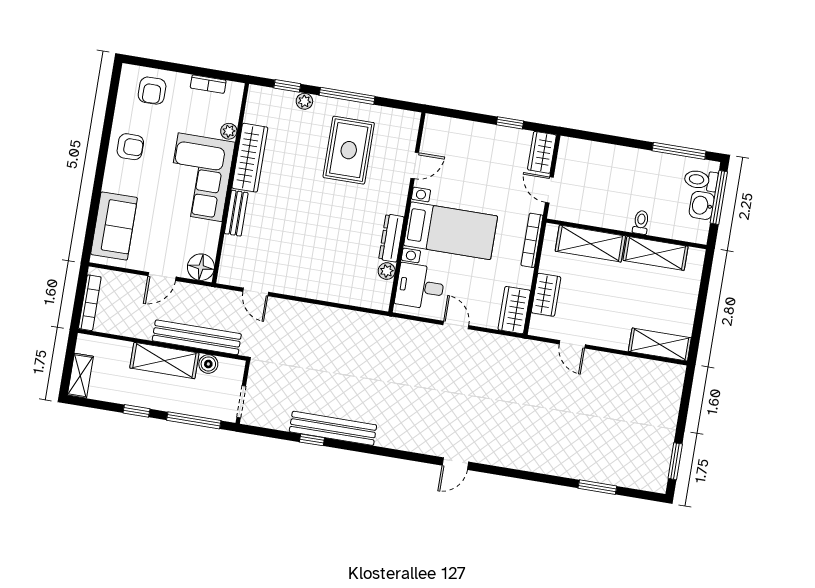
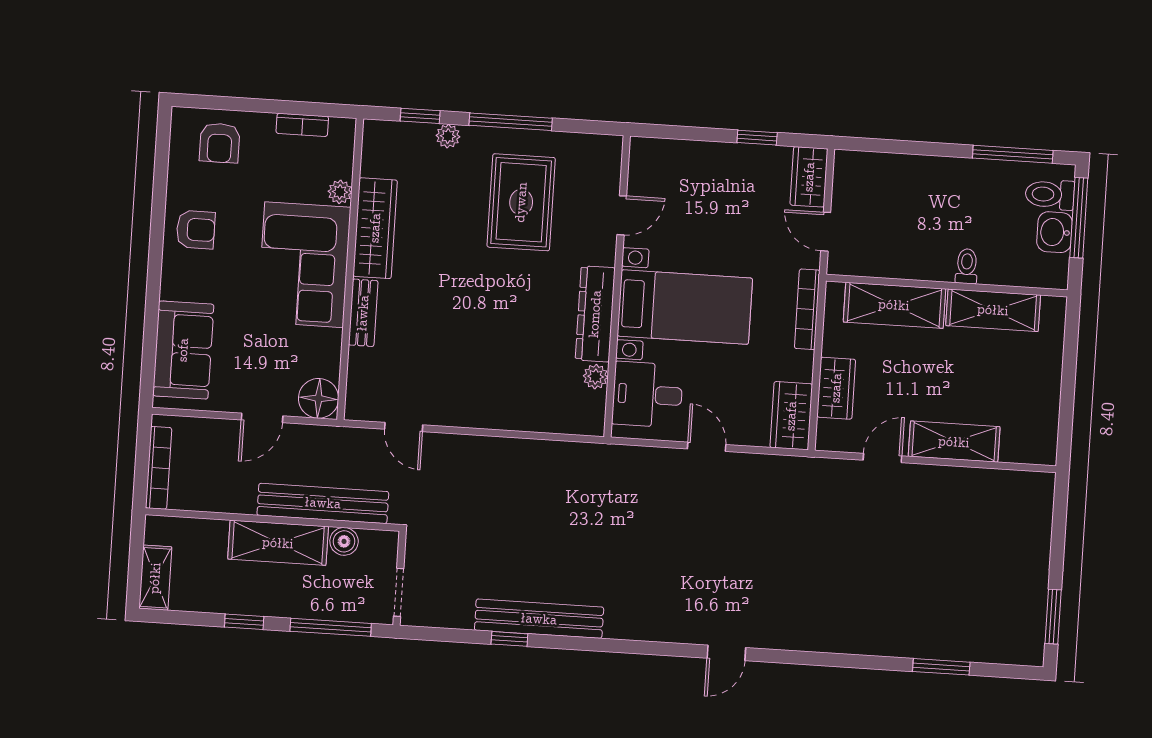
dresser: (391, 238) -> (595, 314), width x1.37, depth x1.24
door: (572, 344) -> (882, 458), swing flipped
shelving: (660, 345) -> (954, 442), moved

